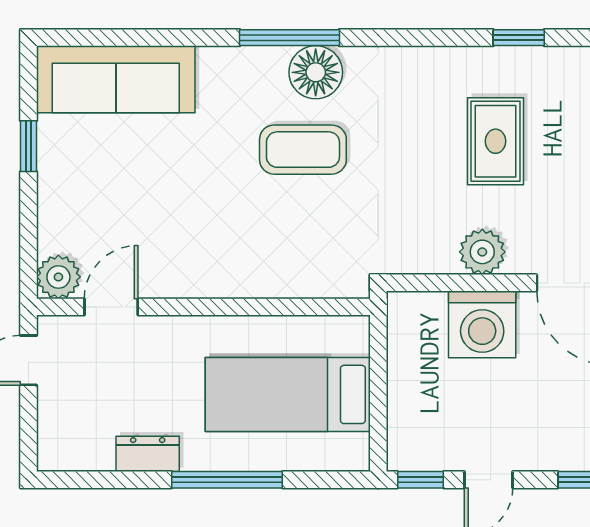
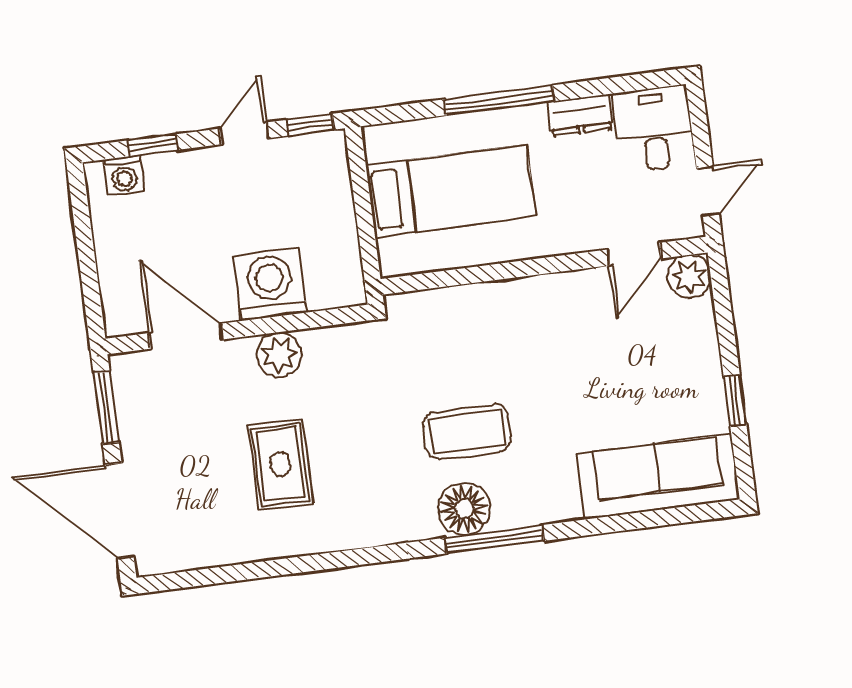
window: (519, 38) -> (271, 568), removed
desk: (75, 431) -> (654, 129), added

